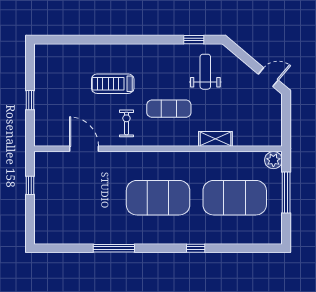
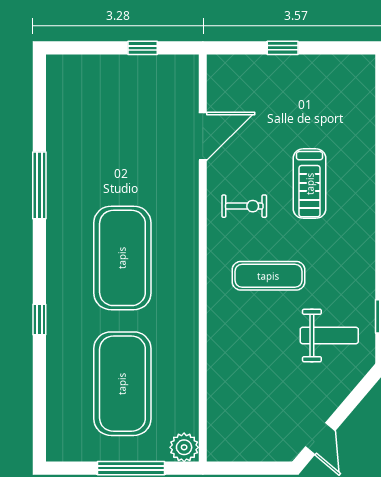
treadmill: (113, 84) -> (310, 184), turned 180
exercise mat: (169, 109) -> (268, 276), turned 90
shelving: (215, 139) -> (219, 352), removed

